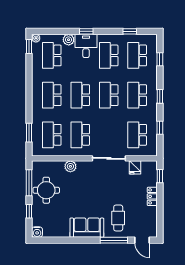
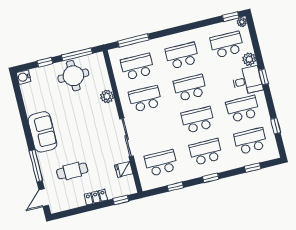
window: (29, 133) -> (133, 40), width x1.44
cafe table: (118, 218) -> (72, 171), moved

